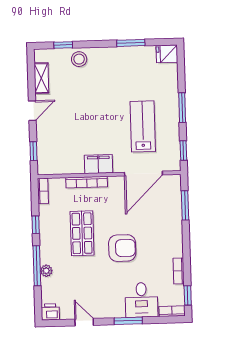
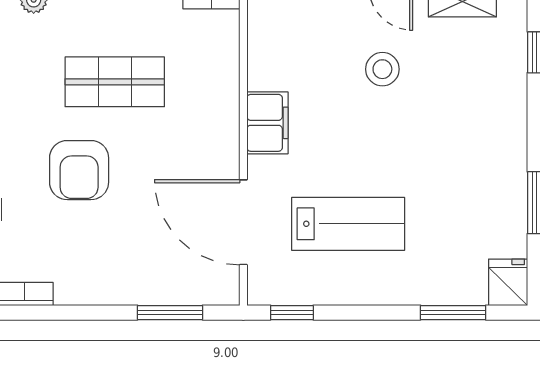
stool: (79, 59) -> (382, 69), moved
window: (182, 108) -> (453, 313), moved
bookcase: (87, 182) -> (228, 95), removed

